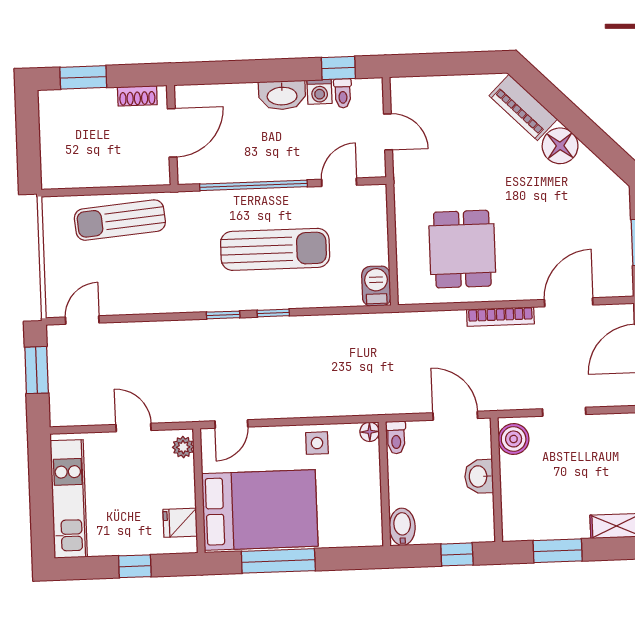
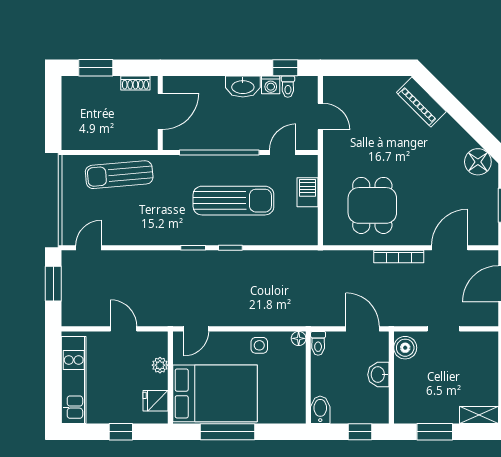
floor lamp: (560, 146) -> (478, 162), moved
barbecue: (376, 286) -> (307, 192), moved
plant: (183, 447) -> (160, 365), moved

